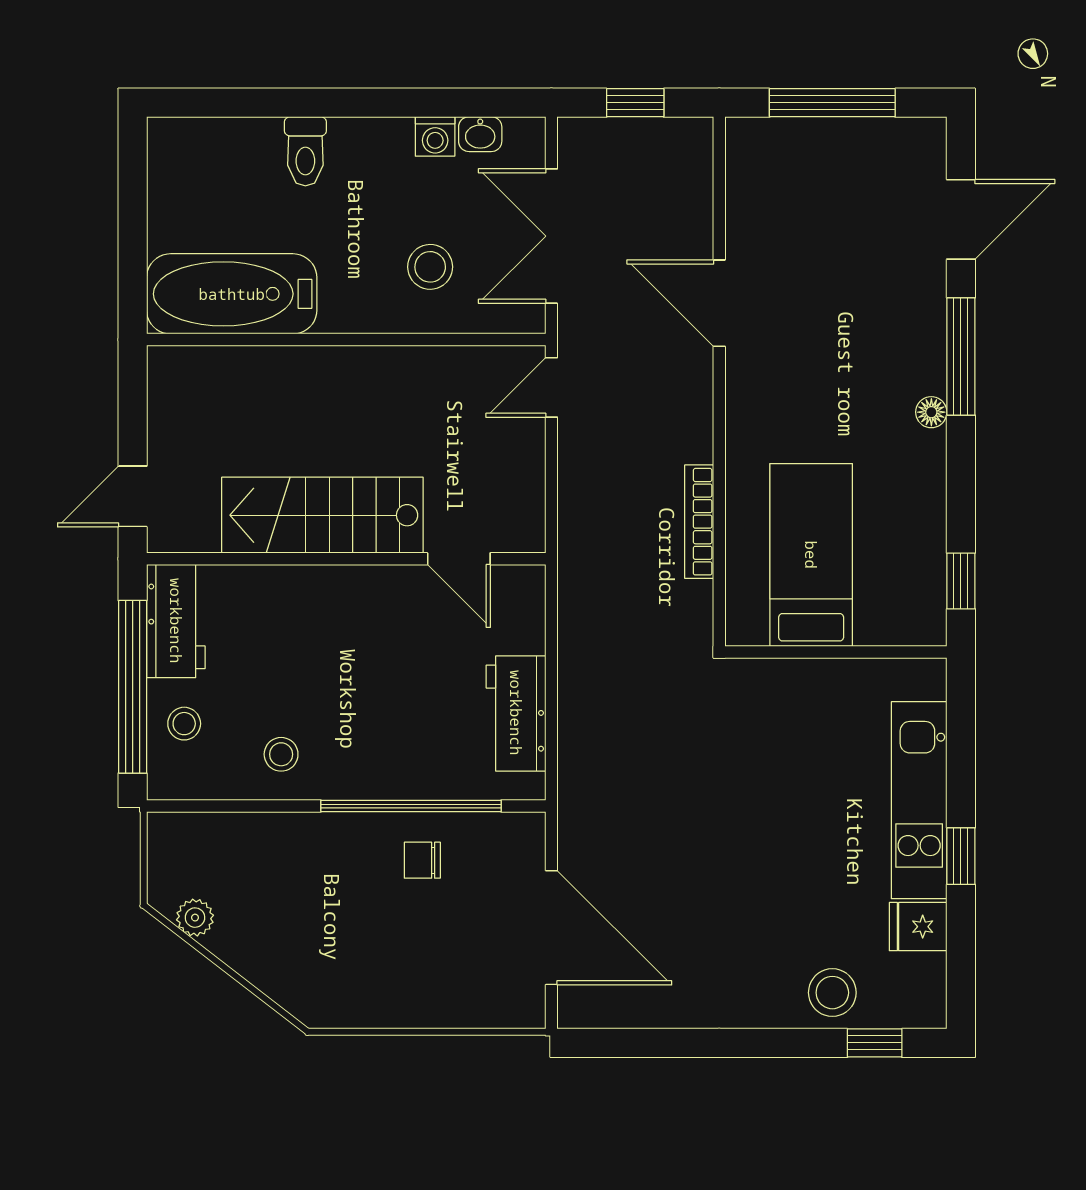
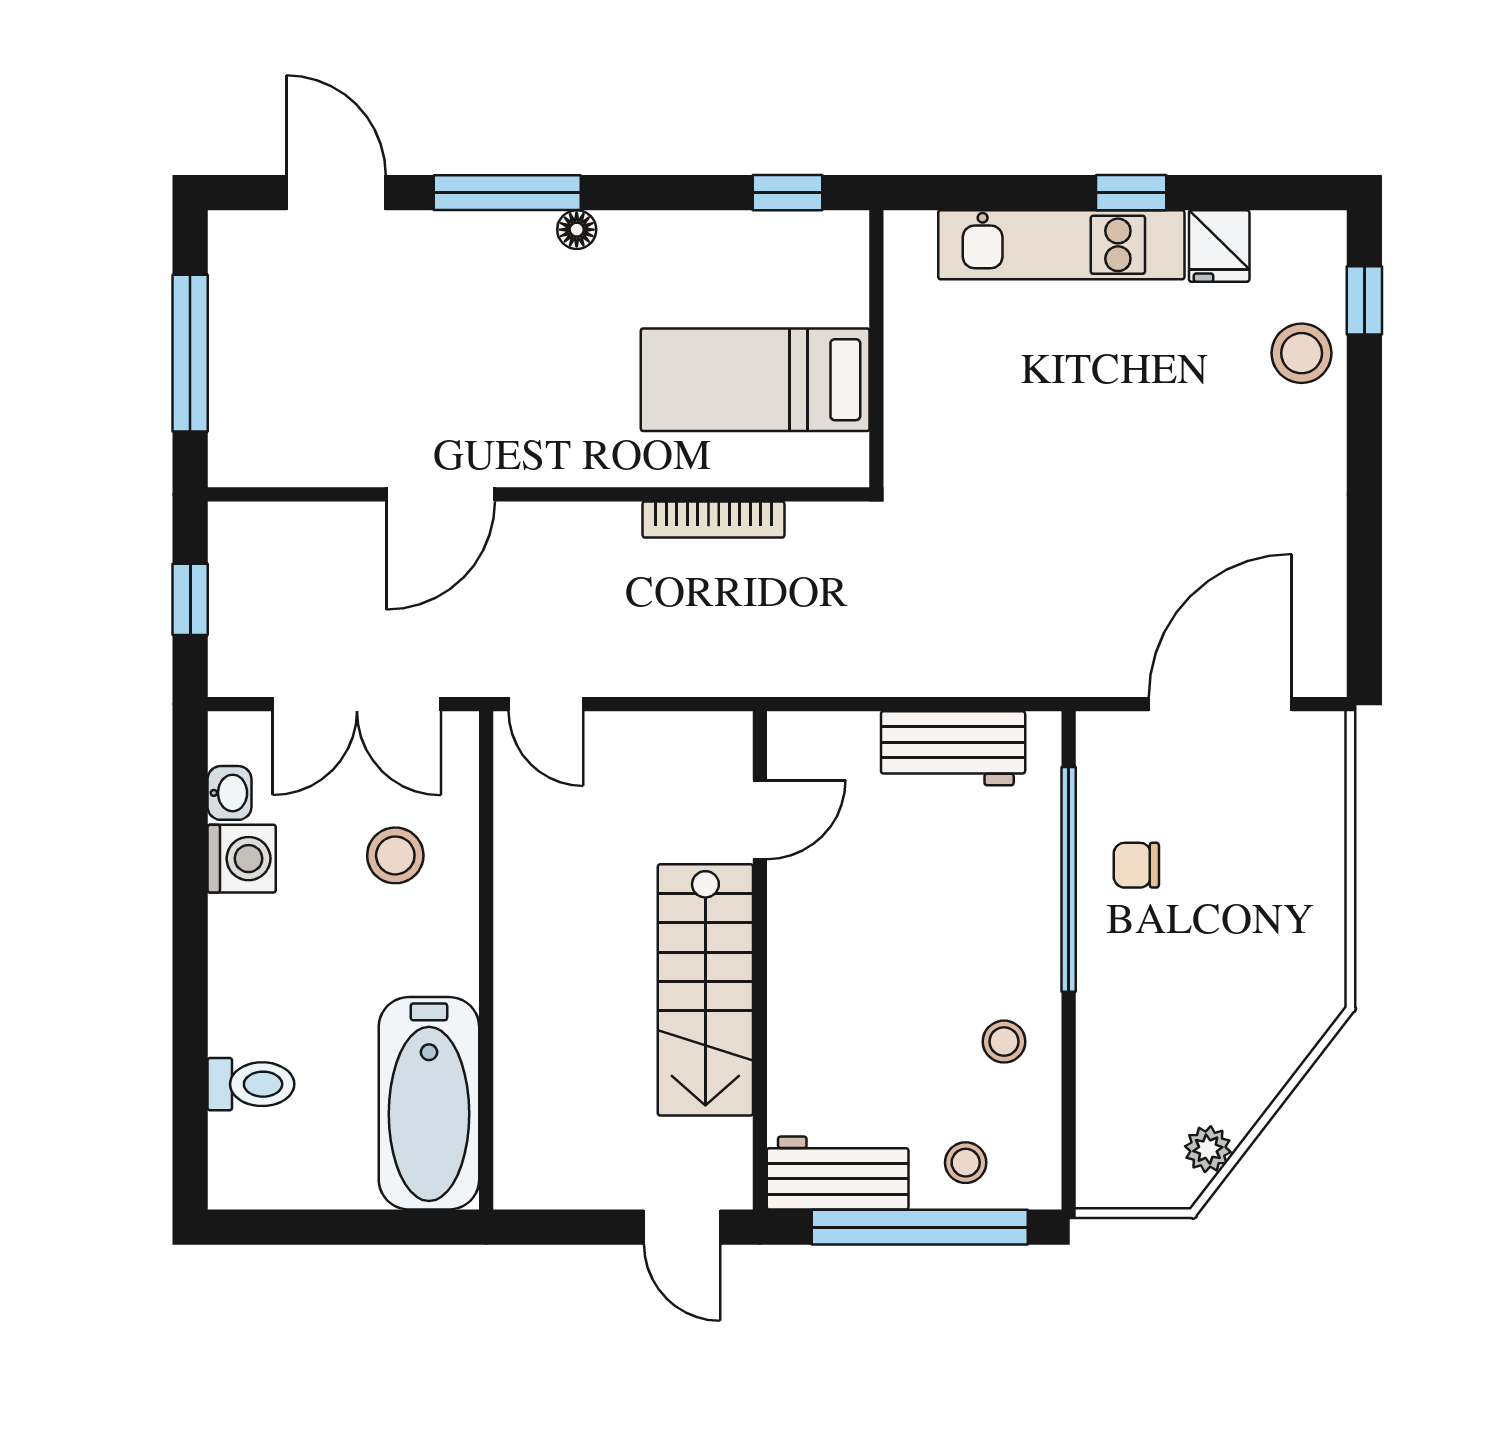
washing machine: (435, 136) -> (242, 859), width x1.38, depth x1.38
toilet: (305, 151) -> (251, 1084), moved
chair: (422, 860) -> (1136, 865), turned 90

